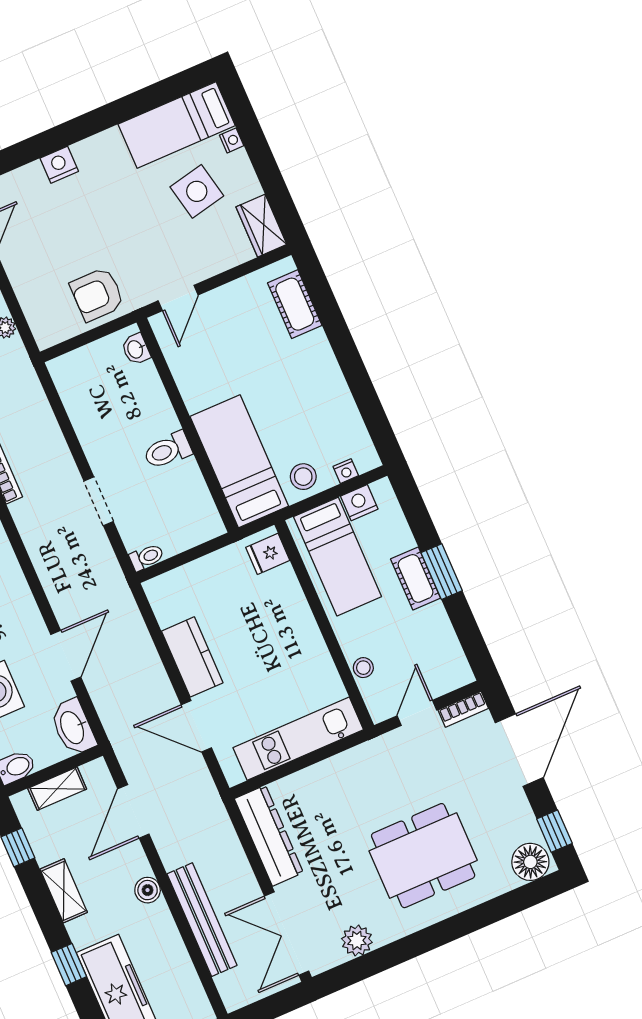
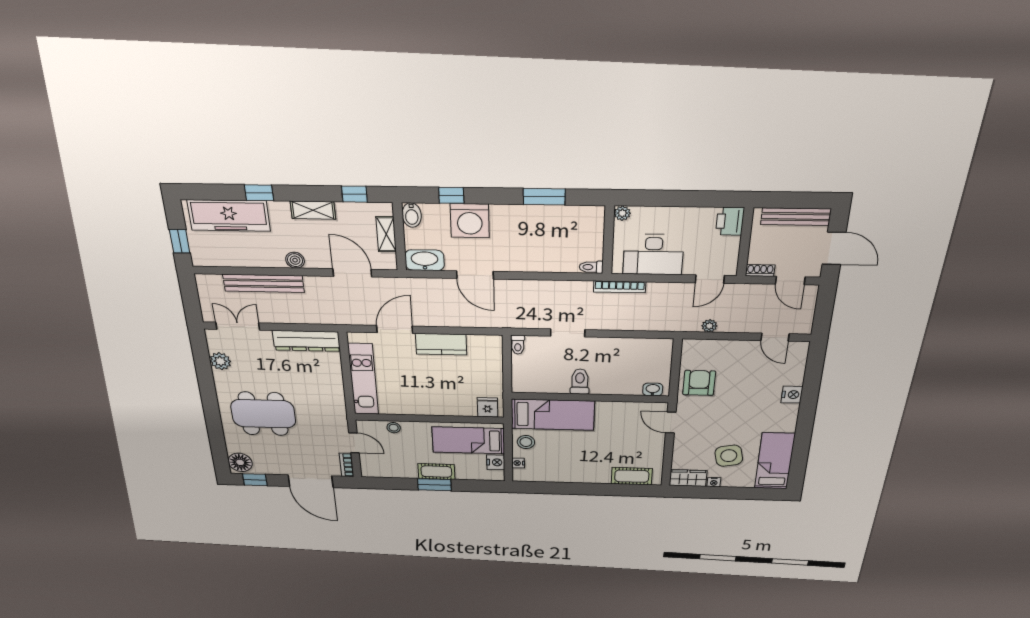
nightstand: (232, 140) -> (714, 482), moved
dining table: (423, 856) -> (263, 414), turned 90
double door: (287, 934) -> (238, 326), width x0.73

